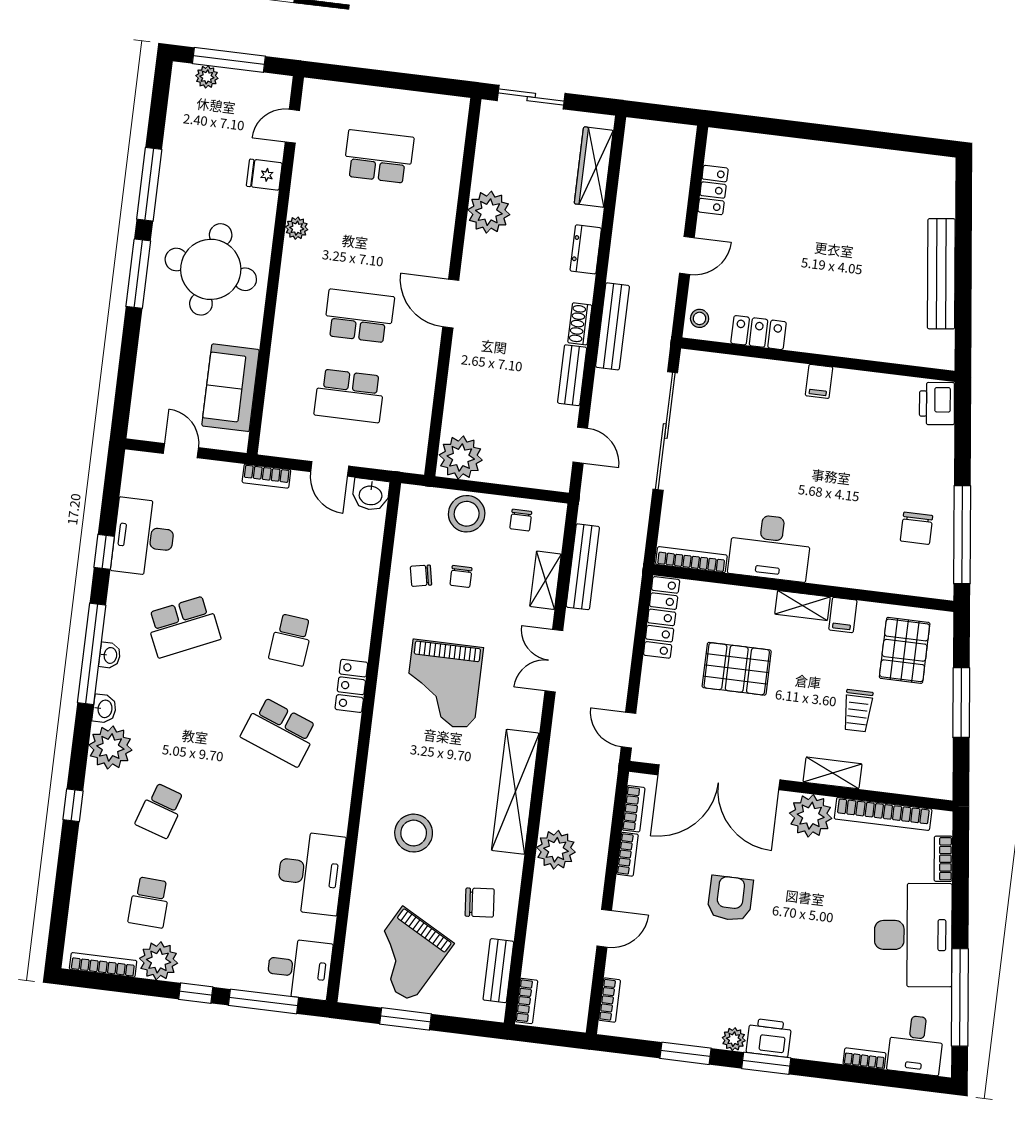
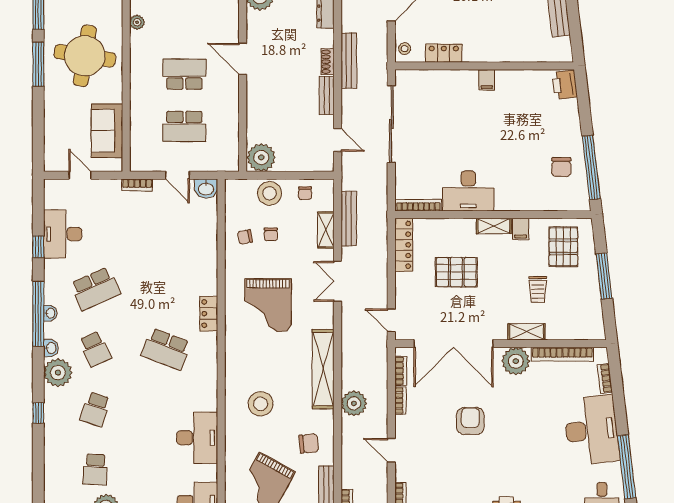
school desk: (291, 640) -> (95, 349), moved, turned -30
door: (604, 928) -> (391, 450), swing flipped

